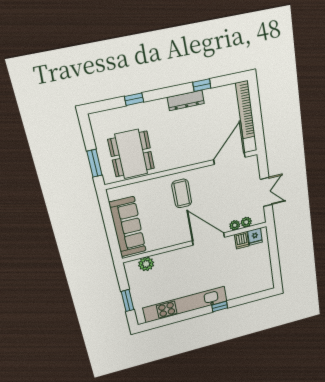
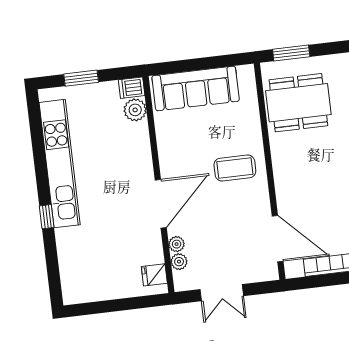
dishwasher: (242, 240) -> (132, 88), moved

